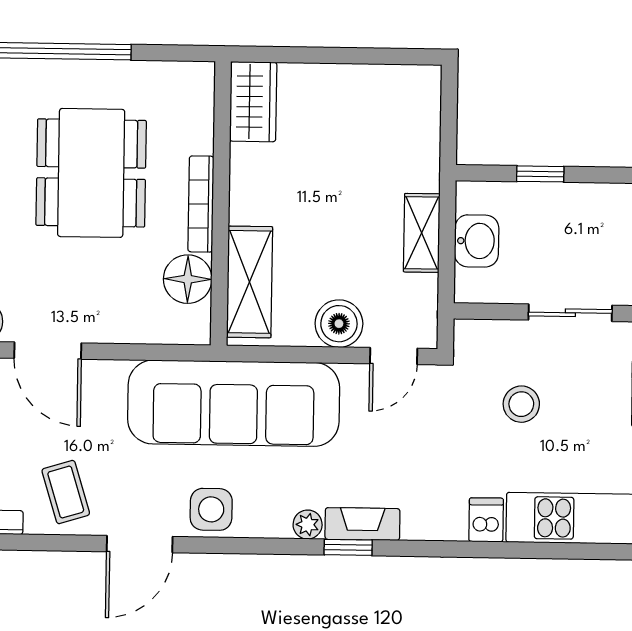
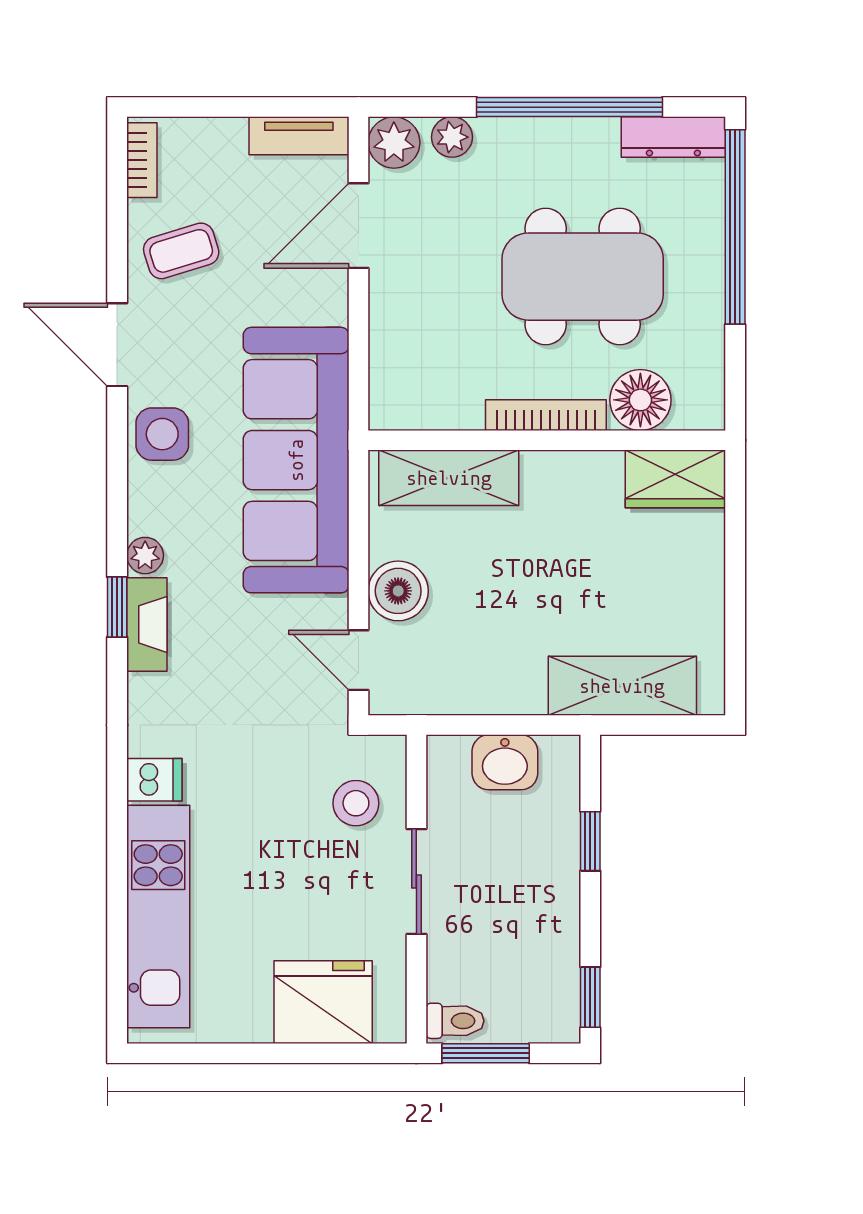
shelving: (422, 233) -> (622, 686), moved, width x1.50, depth x1.33
floor lamp: (188, 279) -> (640, 400), moved
stool: (521, 404) -> (356, 803), moved

